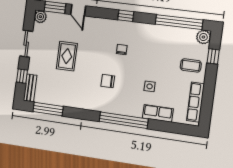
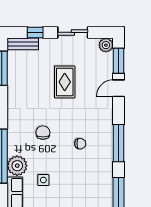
window: (126, 16) -> (118, 143), width x2.17
rug: (67, 56) -> (65, 82), turned 90
plant: (134, 108) -> (17, 166), added

